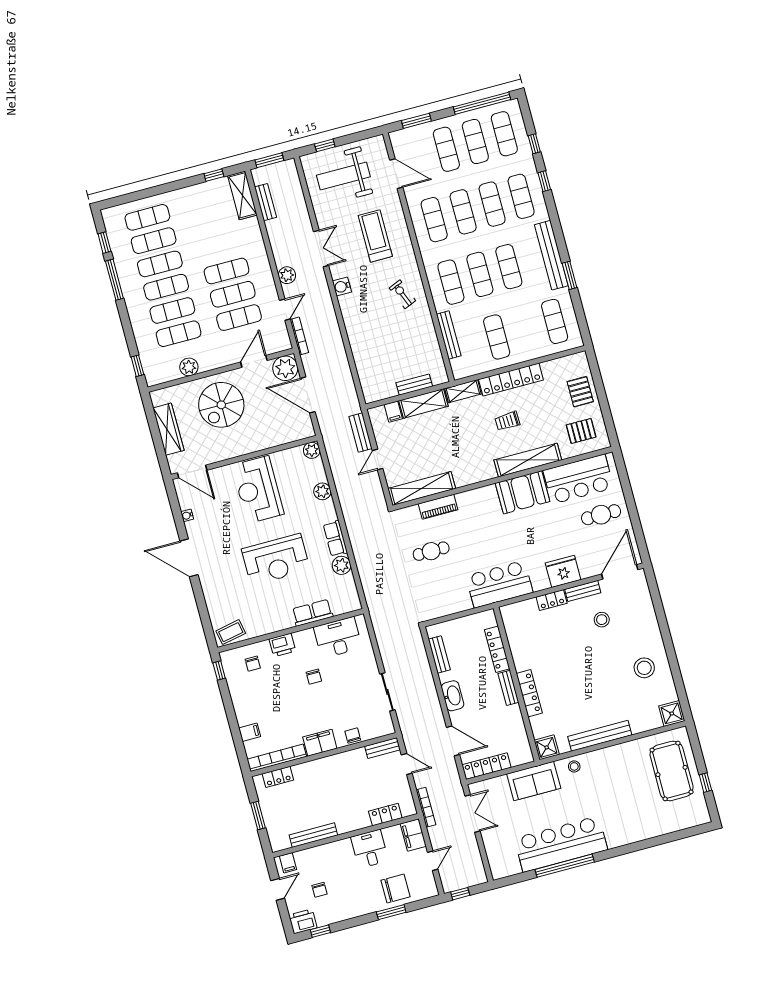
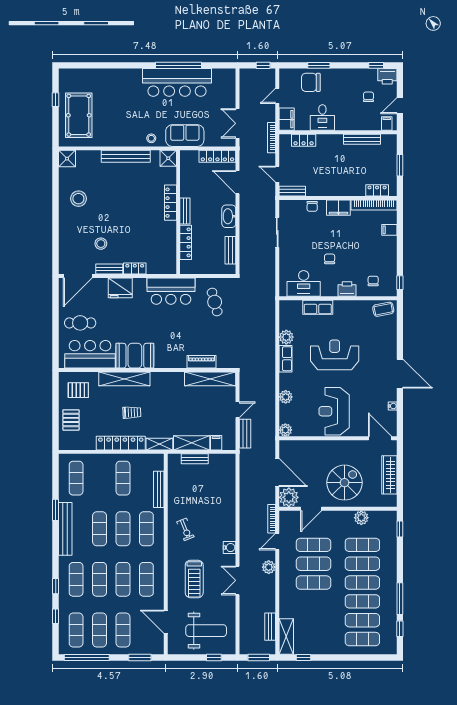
reception desk: (258, 490) -> (334, 411), turned 180
cafe table: (431, 551) -> (215, 302), moved, turned 75

